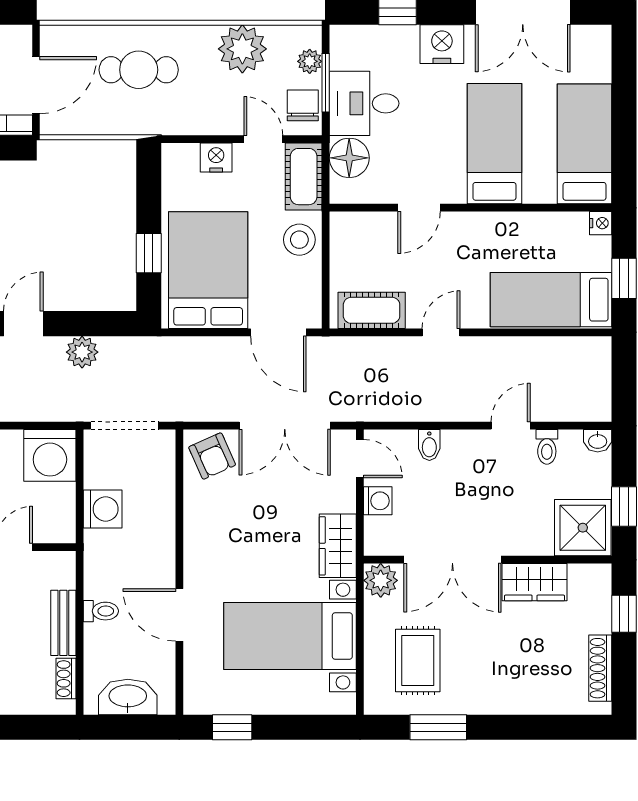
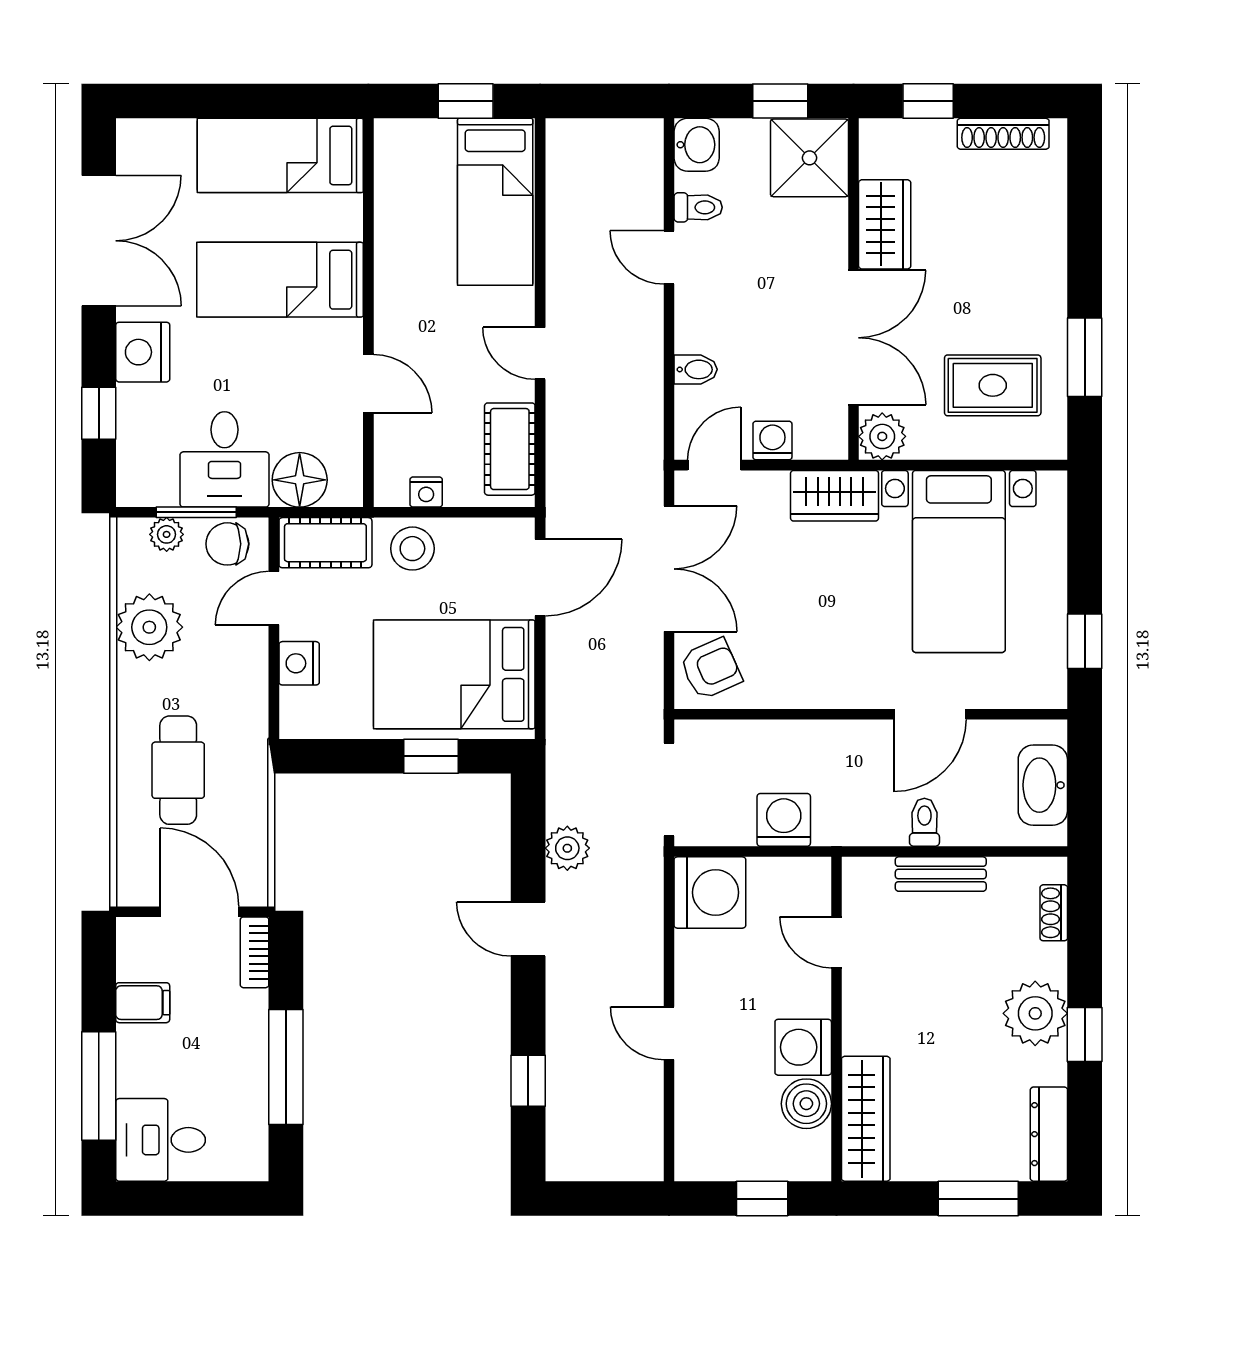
nightstand: (601, 223) -> (426, 492), moved, turned 180
washbasin: (598, 441) -> (697, 145), width x1.38, depth x1.45
shoe rack: (66, 679) -> (1054, 913), moved, turned 90

